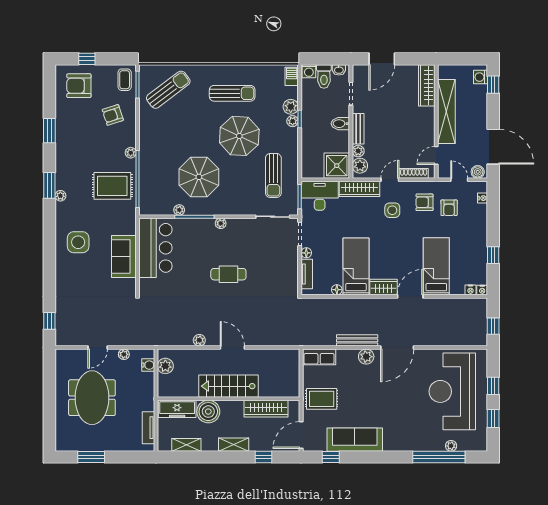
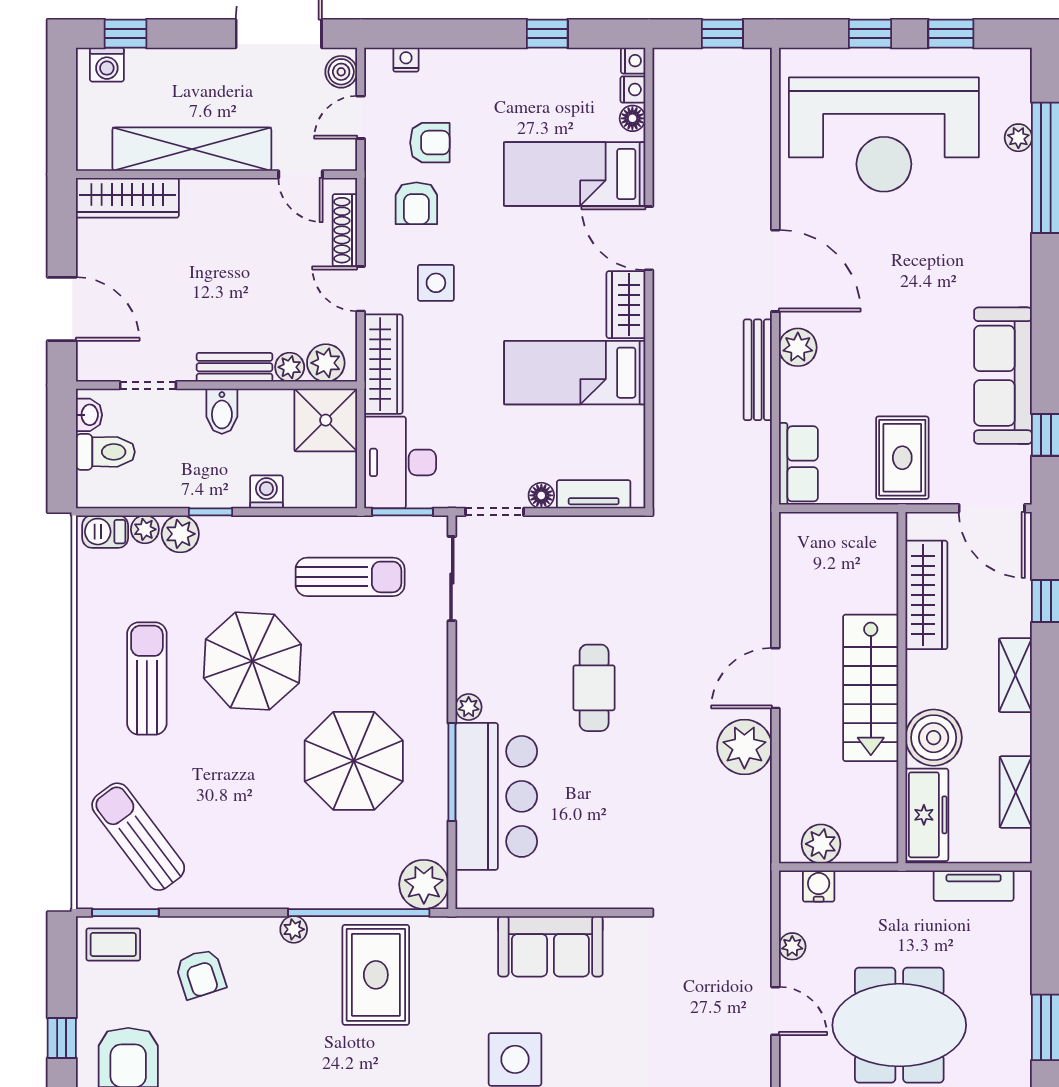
washing machine: (309, 71) -> (266, 492), moved, turned -90
plant: (293, 121) -> (145, 529), moved
plant: (179, 210) -> (424, 884), moved, width x1.87, depth x1.87
bar counter: (155, 248) -> (496, 796), moved, turned 90
floor lamp: (337, 290) -> (632, 118), moved
plant: (199, 340) -> (744, 747), width x1.87, depth x1.87

